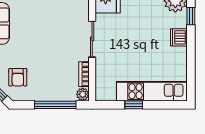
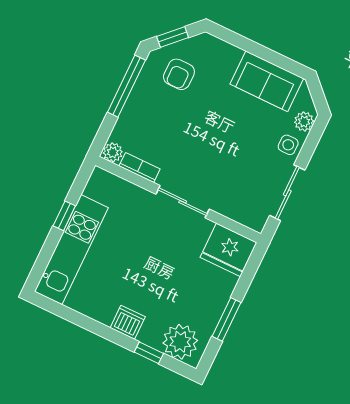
armchair: (18, 77) -> (179, 74), turned -90
window: (55, 105) -> (126, 86), moved

